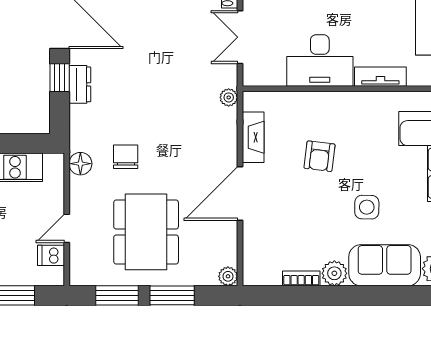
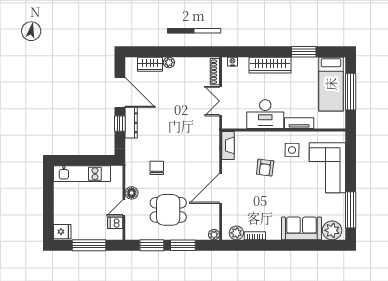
dresser: (80, 84) -> (131, 123), width x1.44
plant: (229, 97) -> (214, 135), removed
fireplace: (253, 137) -> (228, 145), moved
floor lamp: (80, 164) -> (132, 193), moved
side table: (367, 207) -> (292, 150), moved
dining table: (146, 232) -> (168, 210), width x0.73
plant: (334, 273) -> (236, 233), moved

